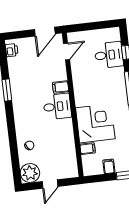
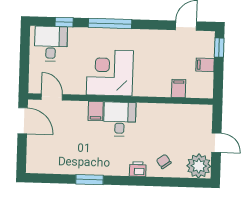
printer: (12, 50) -> (138, 169), moved
desk: (109, 55) -> (51, 44), moved
corner desk: (95, 123) -> (110, 73), moved

